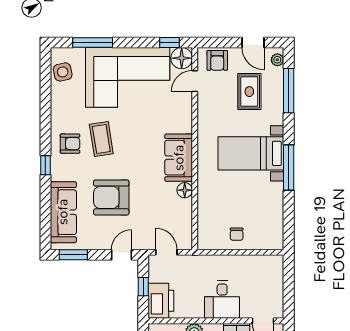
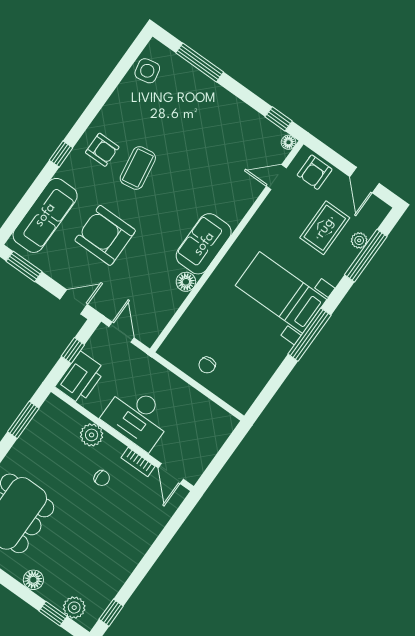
floor lamp: (182, 58) -> (288, 142), width x0.53, depth x0.53
plant: (277, 60) -> (359, 240), moved
corner sofa: (128, 77) -> (210, 124), removed
desk: (222, 300) -> (138, 417), width x1.37

